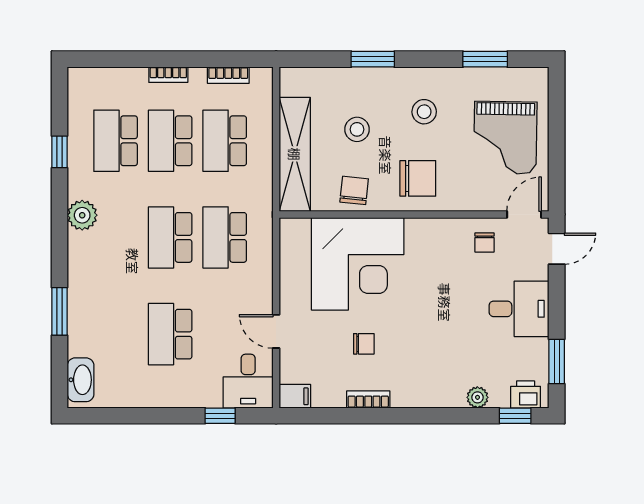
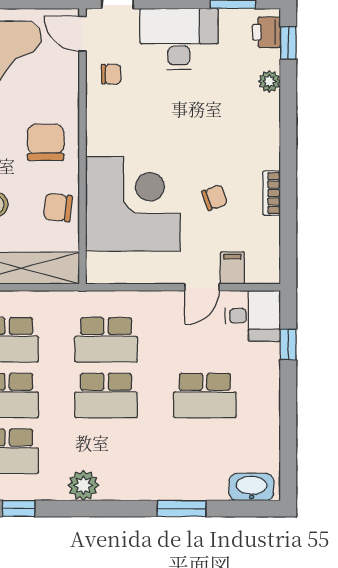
desk: (519, 309) -> (179, 39), width x1.37
chair: (364, 344) -> (215, 198), turned 71
filing cabinet: (295, 396) -> (232, 268), moved

